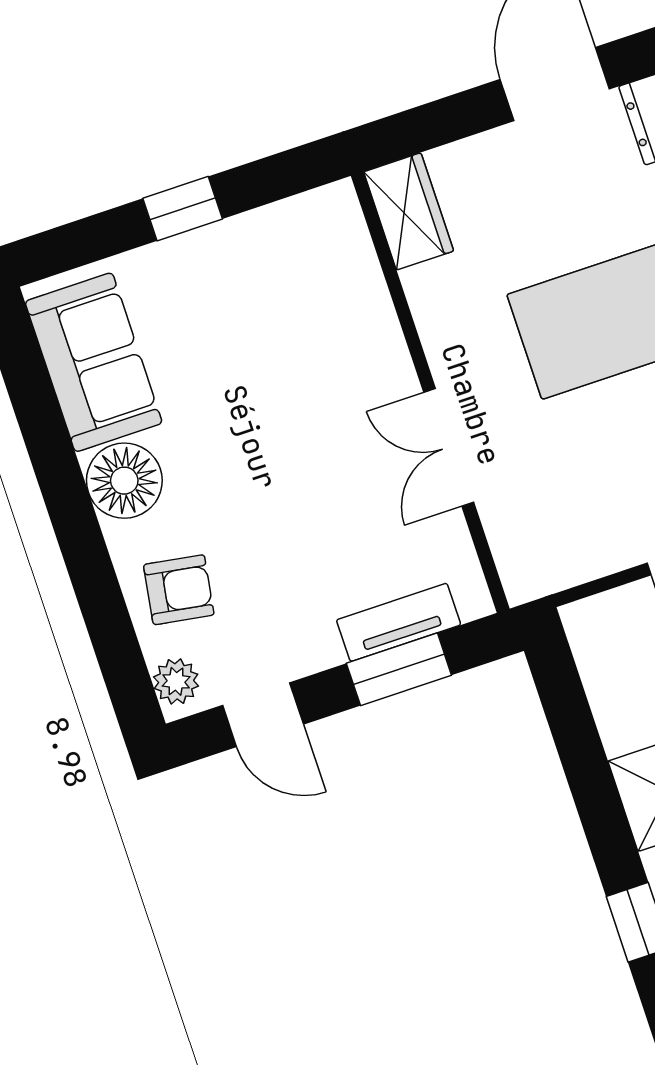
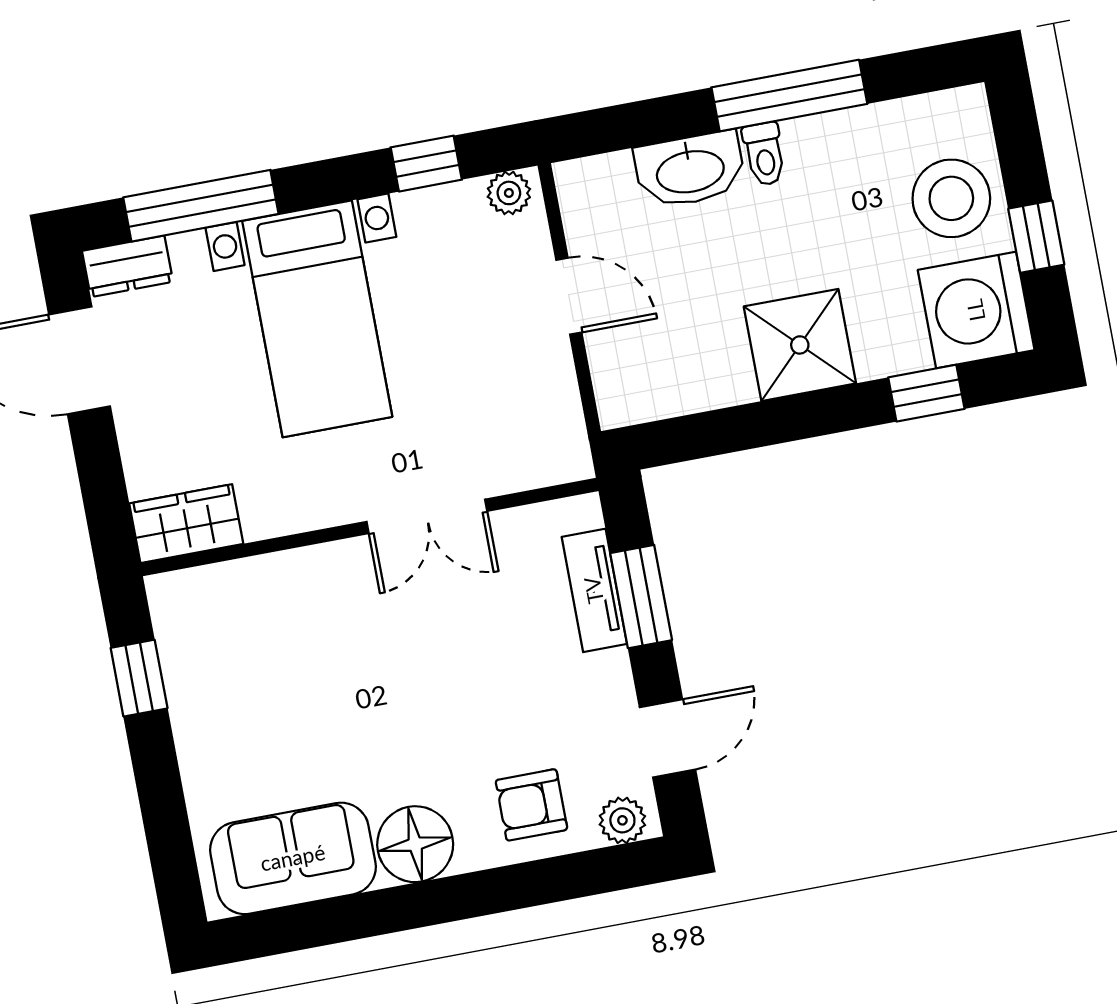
window: (183, 209) -> (139, 678), moved
armchair: (179, 590) -> (531, 805), turned -99

